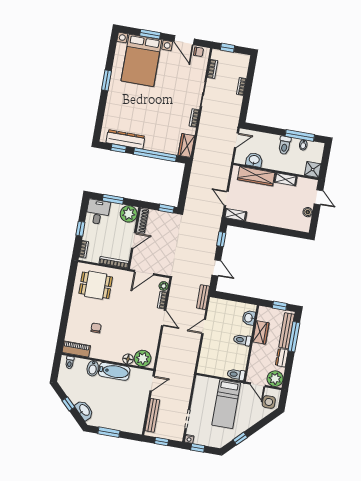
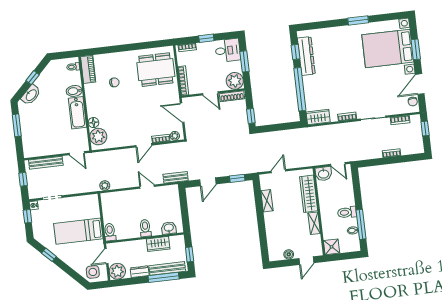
washbasin: (254, 160) -> (324, 174), moved, turned 90
shelving: (235, 215) -> (267, 201), moved
dining table: (96, 285) -> (156, 70), width x1.38
plant: (191, 366) -> (105, 185), added

